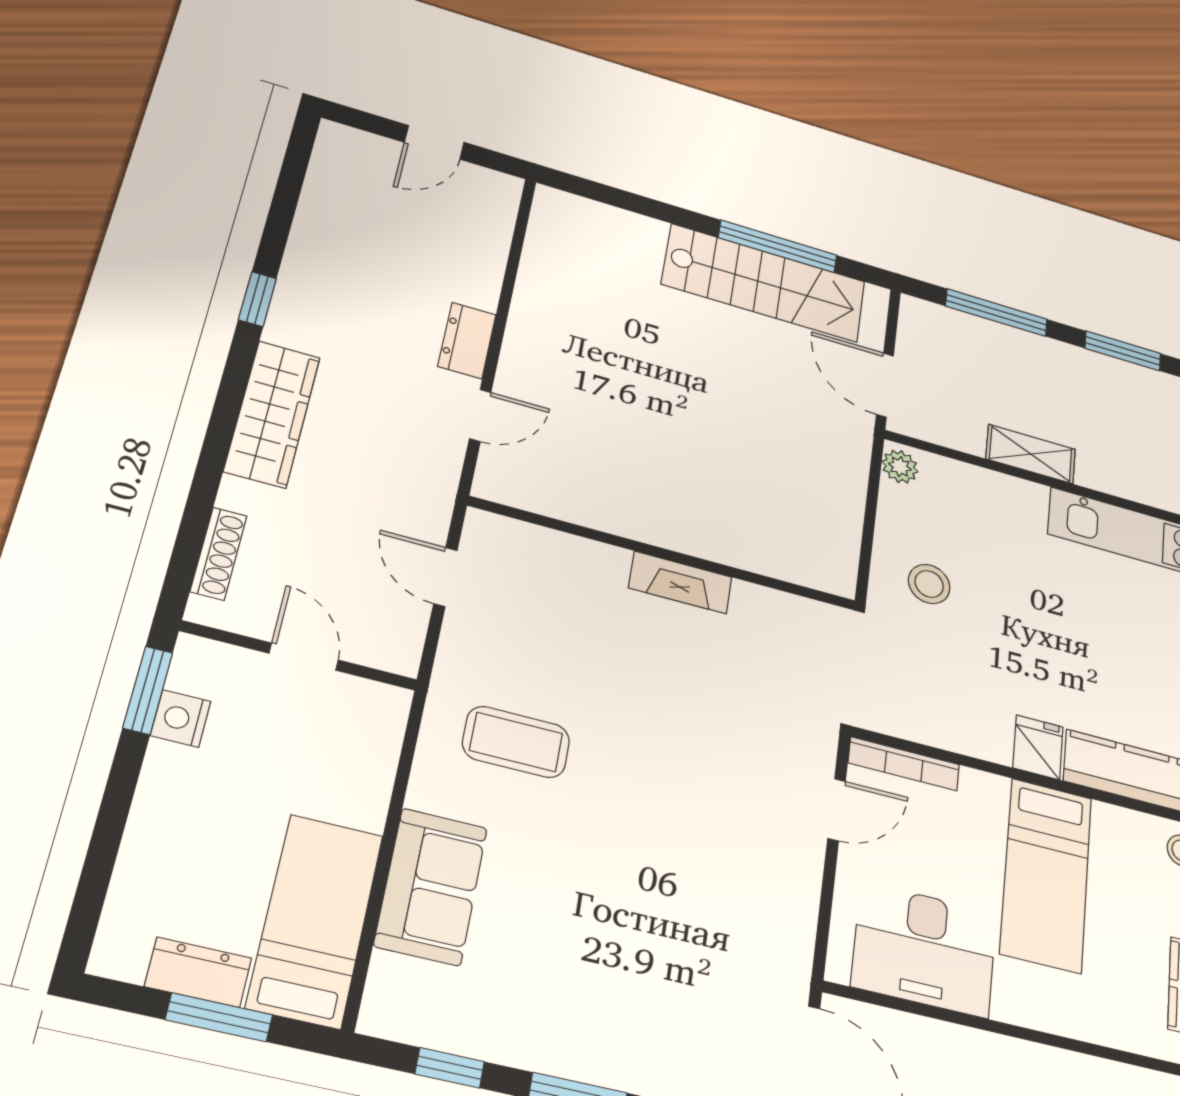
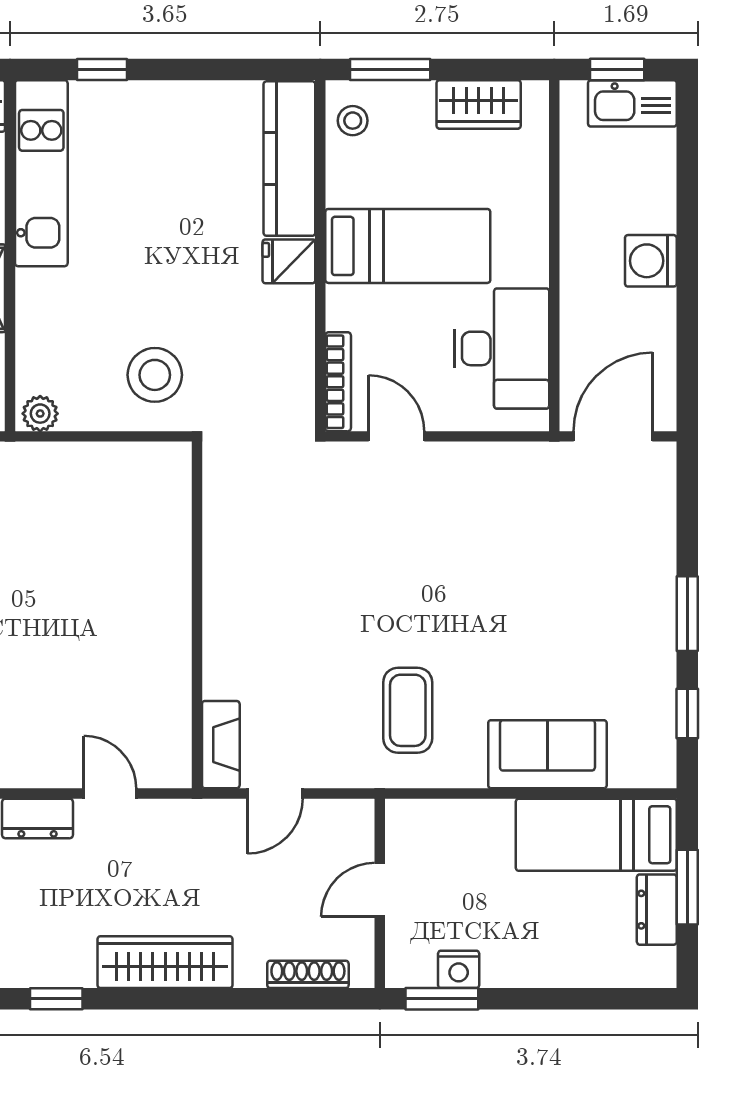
fireplace: (680, 582) -> (221, 745), moved
stool: (929, 584) -> (155, 375), width x1.38, depth x1.38

